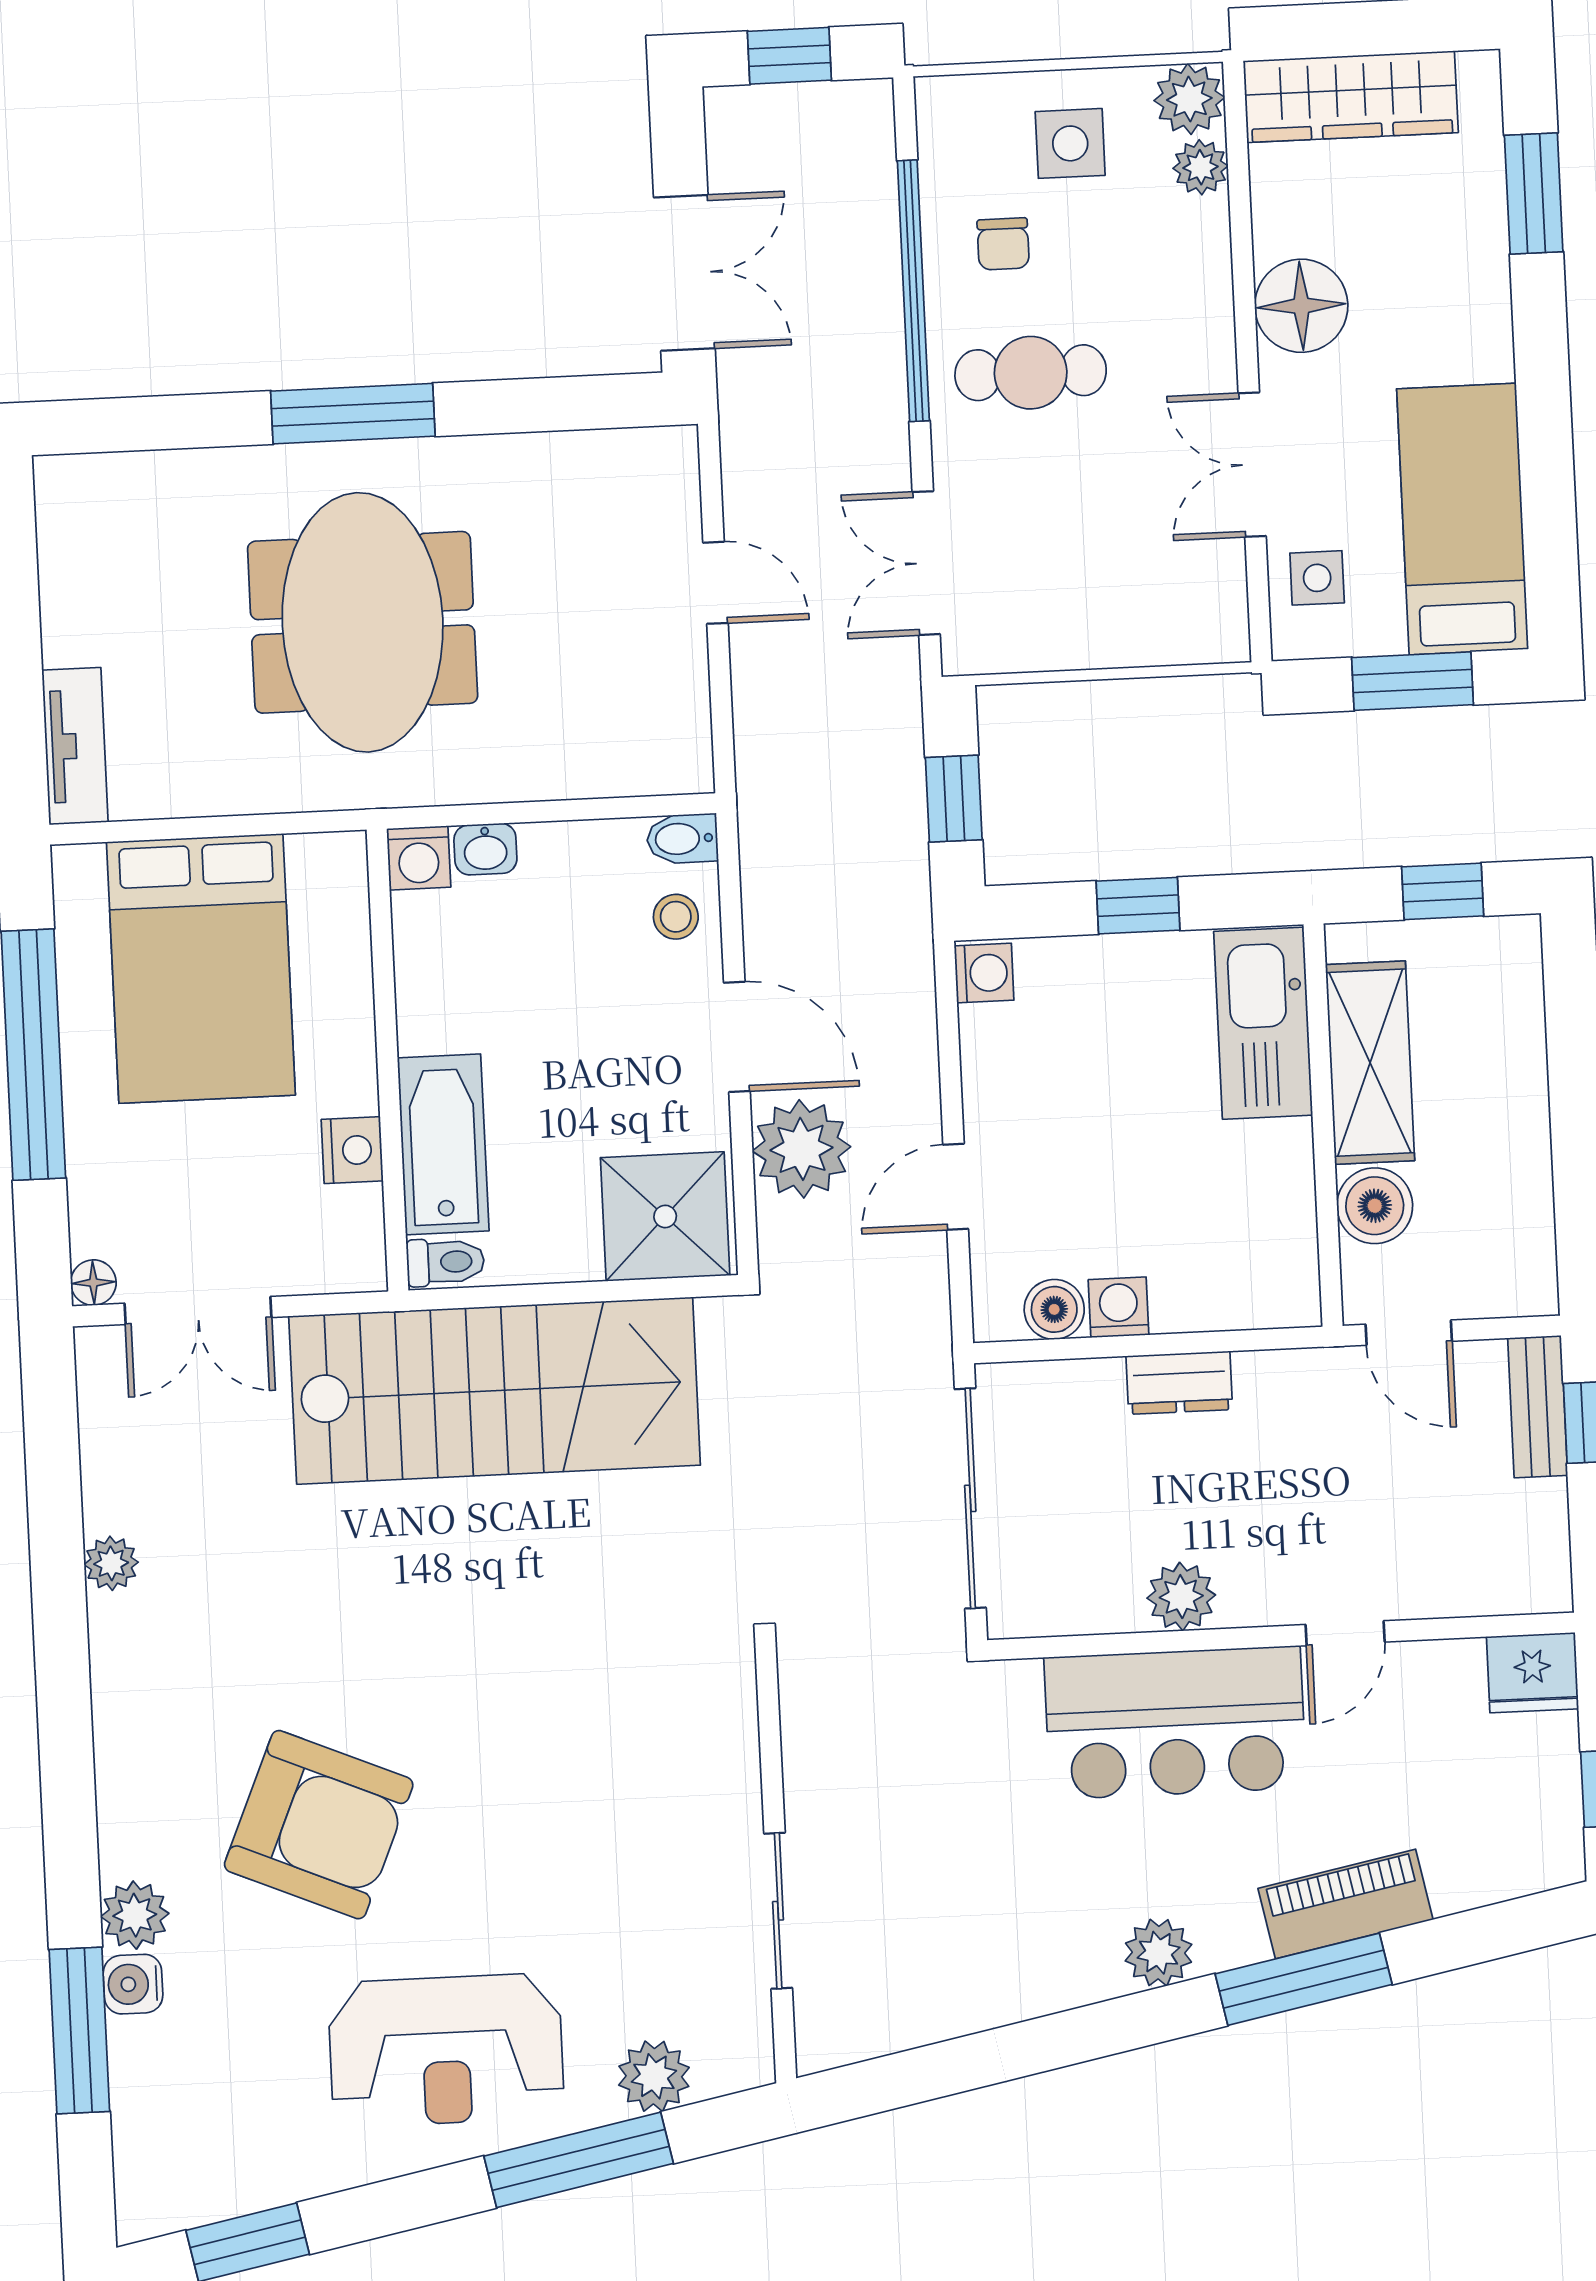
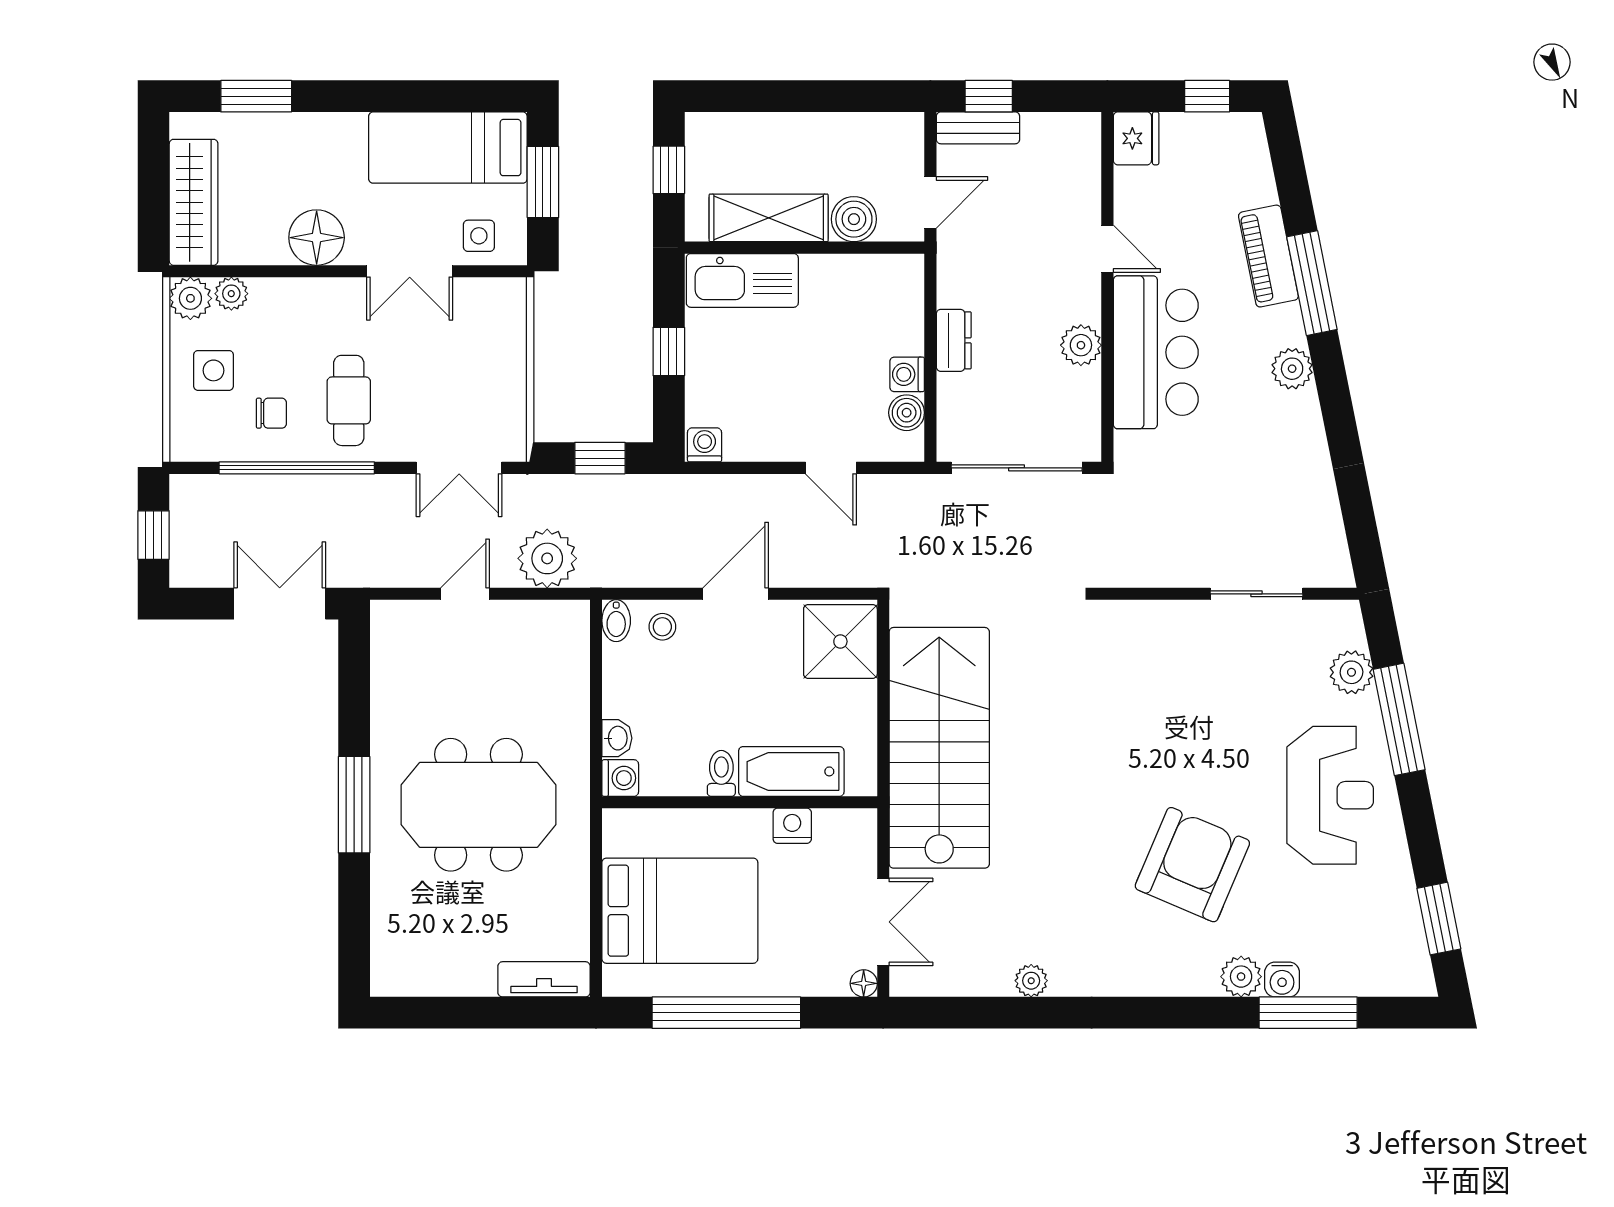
plant: (802, 1149) -> (547, 558), moved
toilet: (445, 1262) -> (721, 773), moved

